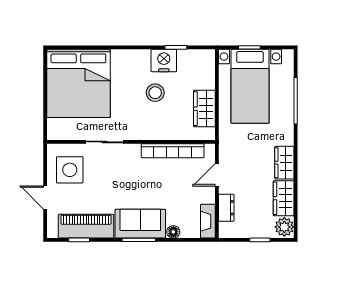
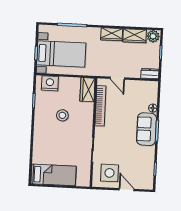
nightstand: (164, 60) -> (50, 83), moved, turned 90
bed: (78, 83) -> (53, 175), width x0.49
wardrobe: (204, 109) -> (87, 90), moved, turned 90
door: (45, 197) -> (127, 190), swing flipped
dresser: (226, 208) -> (150, 74), moved
fireplace: (208, 221) -> (147, 85), removed
piano: (86, 226) -> (146, 164), removed

